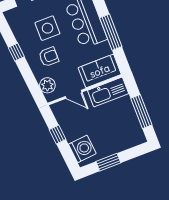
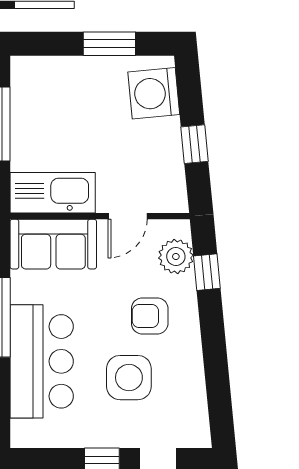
window: (16, 52) -> (207, 272), moved
door: (74, 94) -> (128, 216), swing flipped

